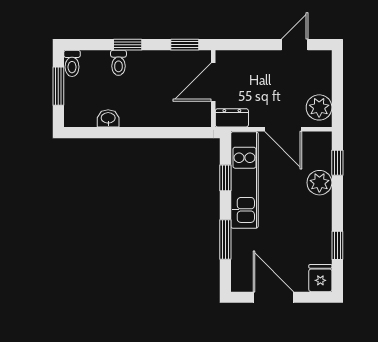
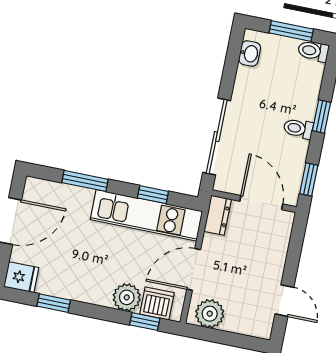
toilet: (119, 63) -> (298, 129), moved
washbasin: (108, 118) -> (250, 53), moved
sliding door: (163, 133) -> (217, 137), added
dishwasher: (319, 155) -> (157, 303), added

